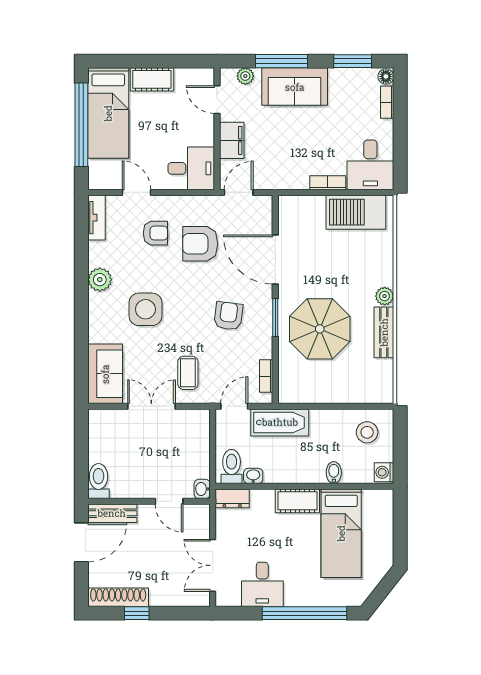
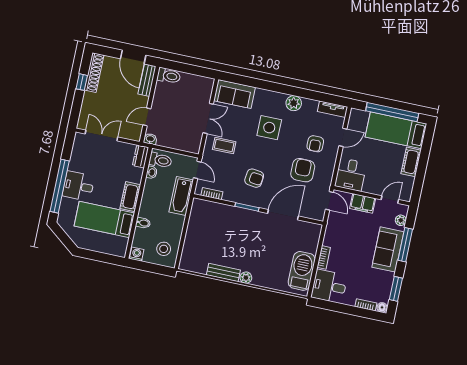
parasol: (320, 329) -> (234, 233), removed
desk: (262, 584) -> (78, 186), moved

